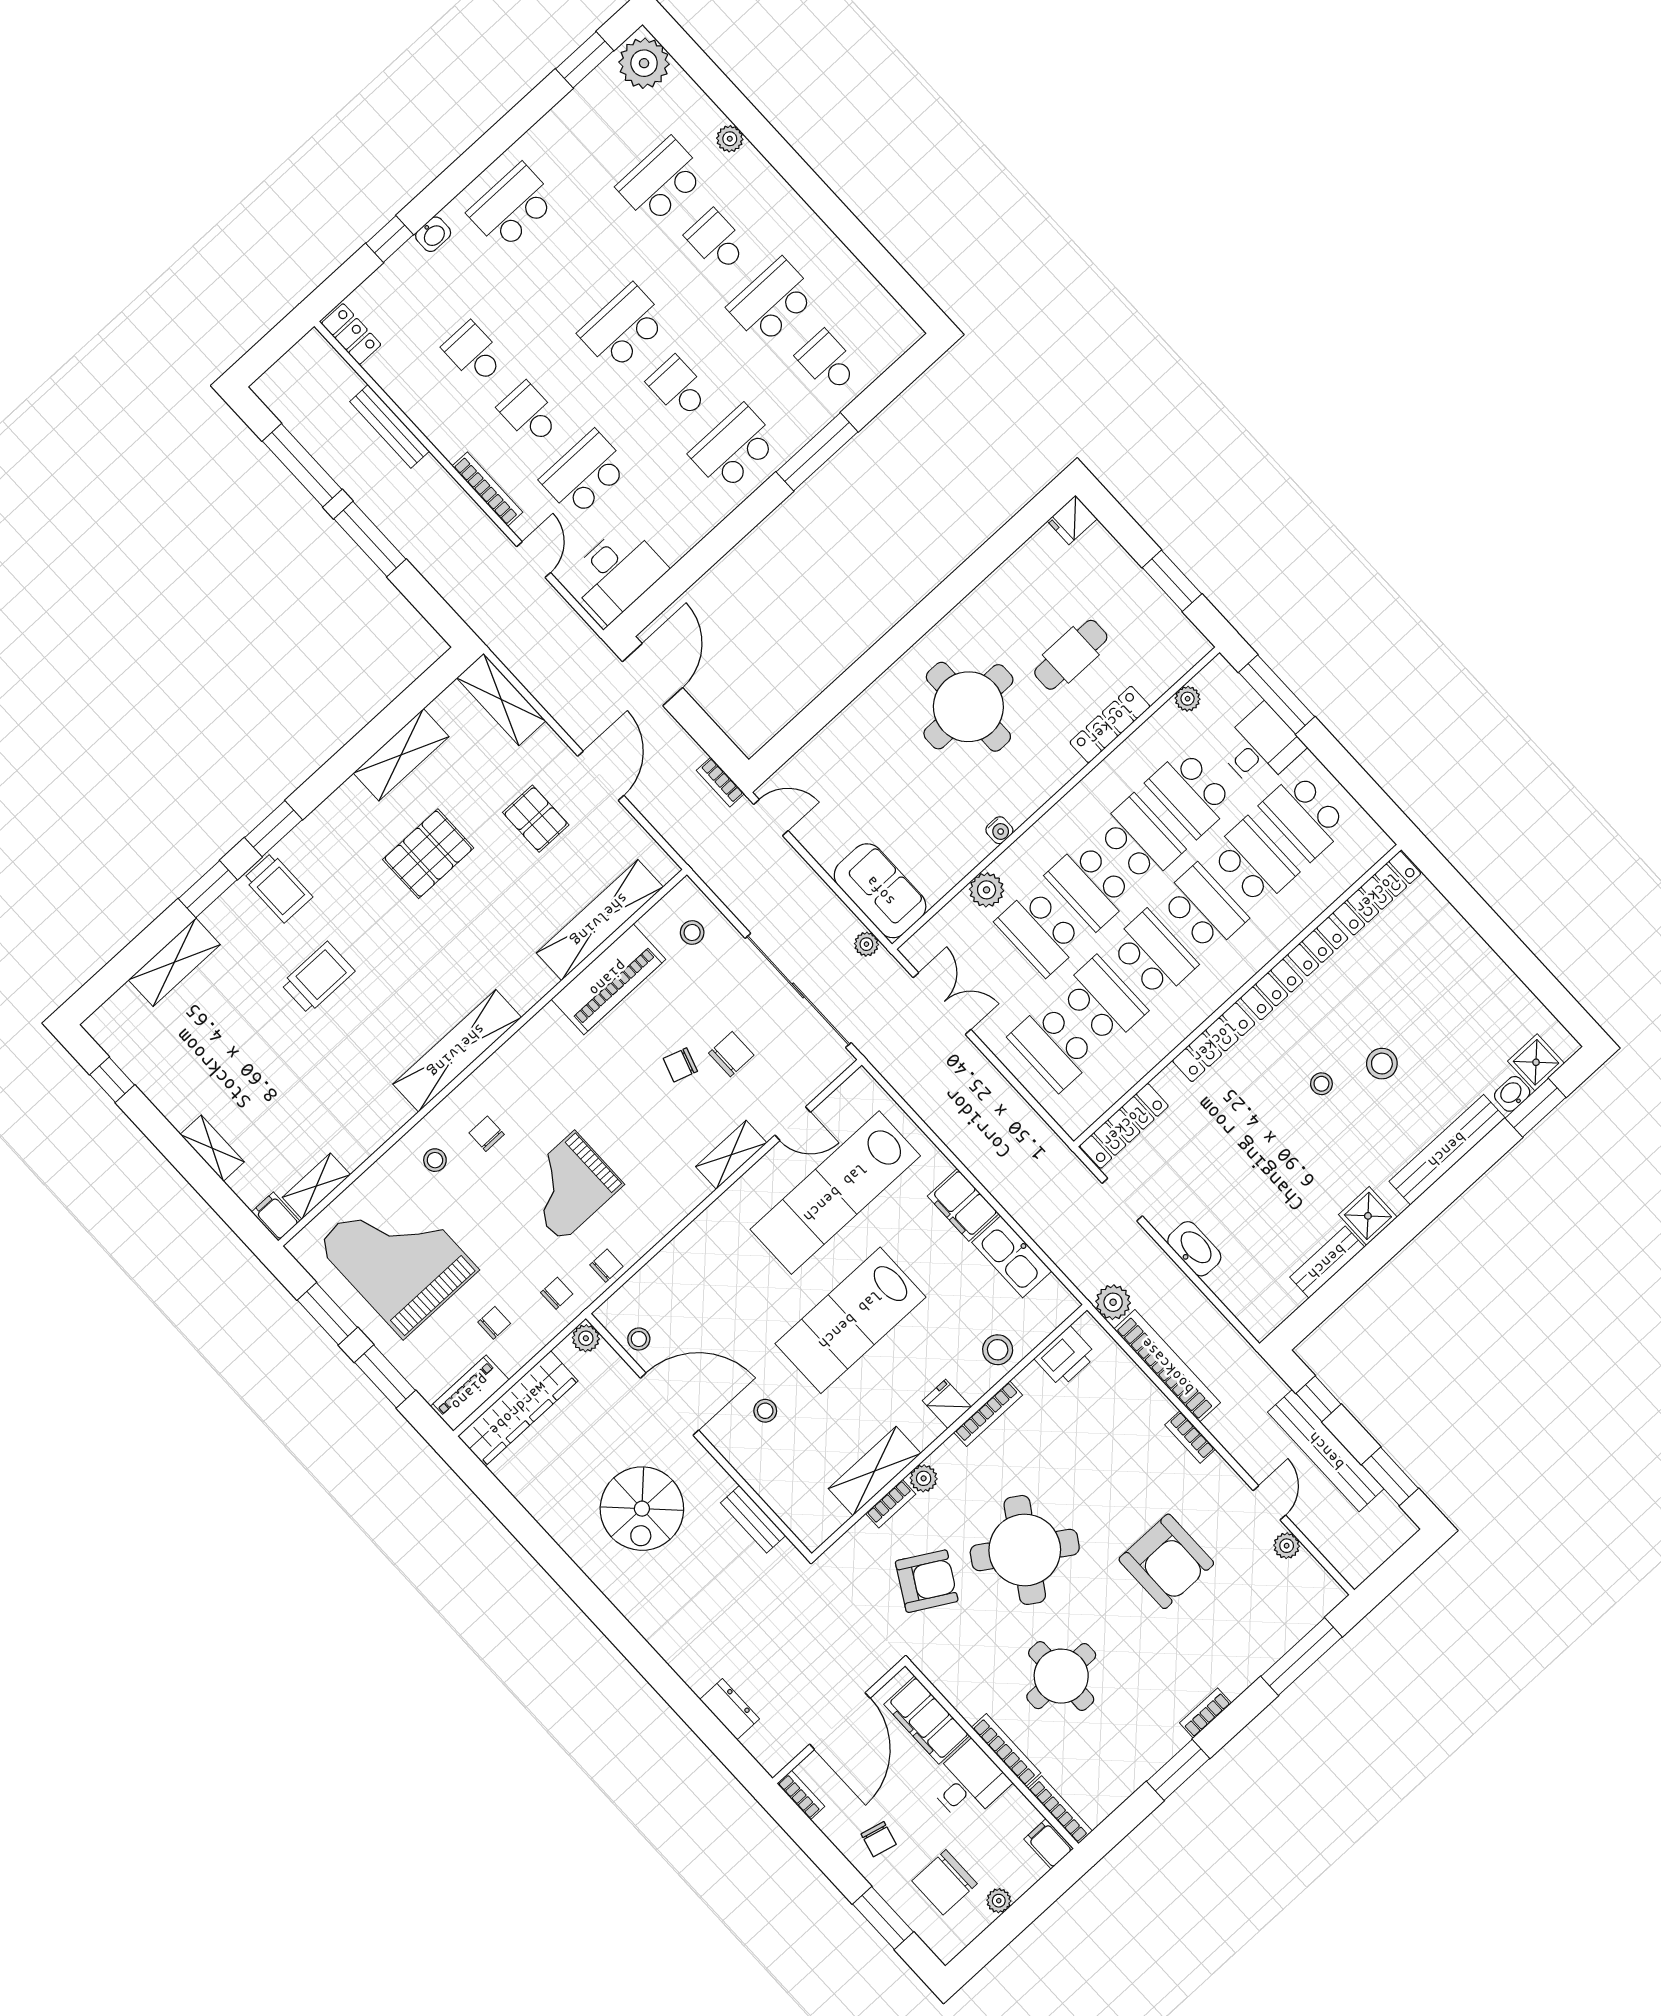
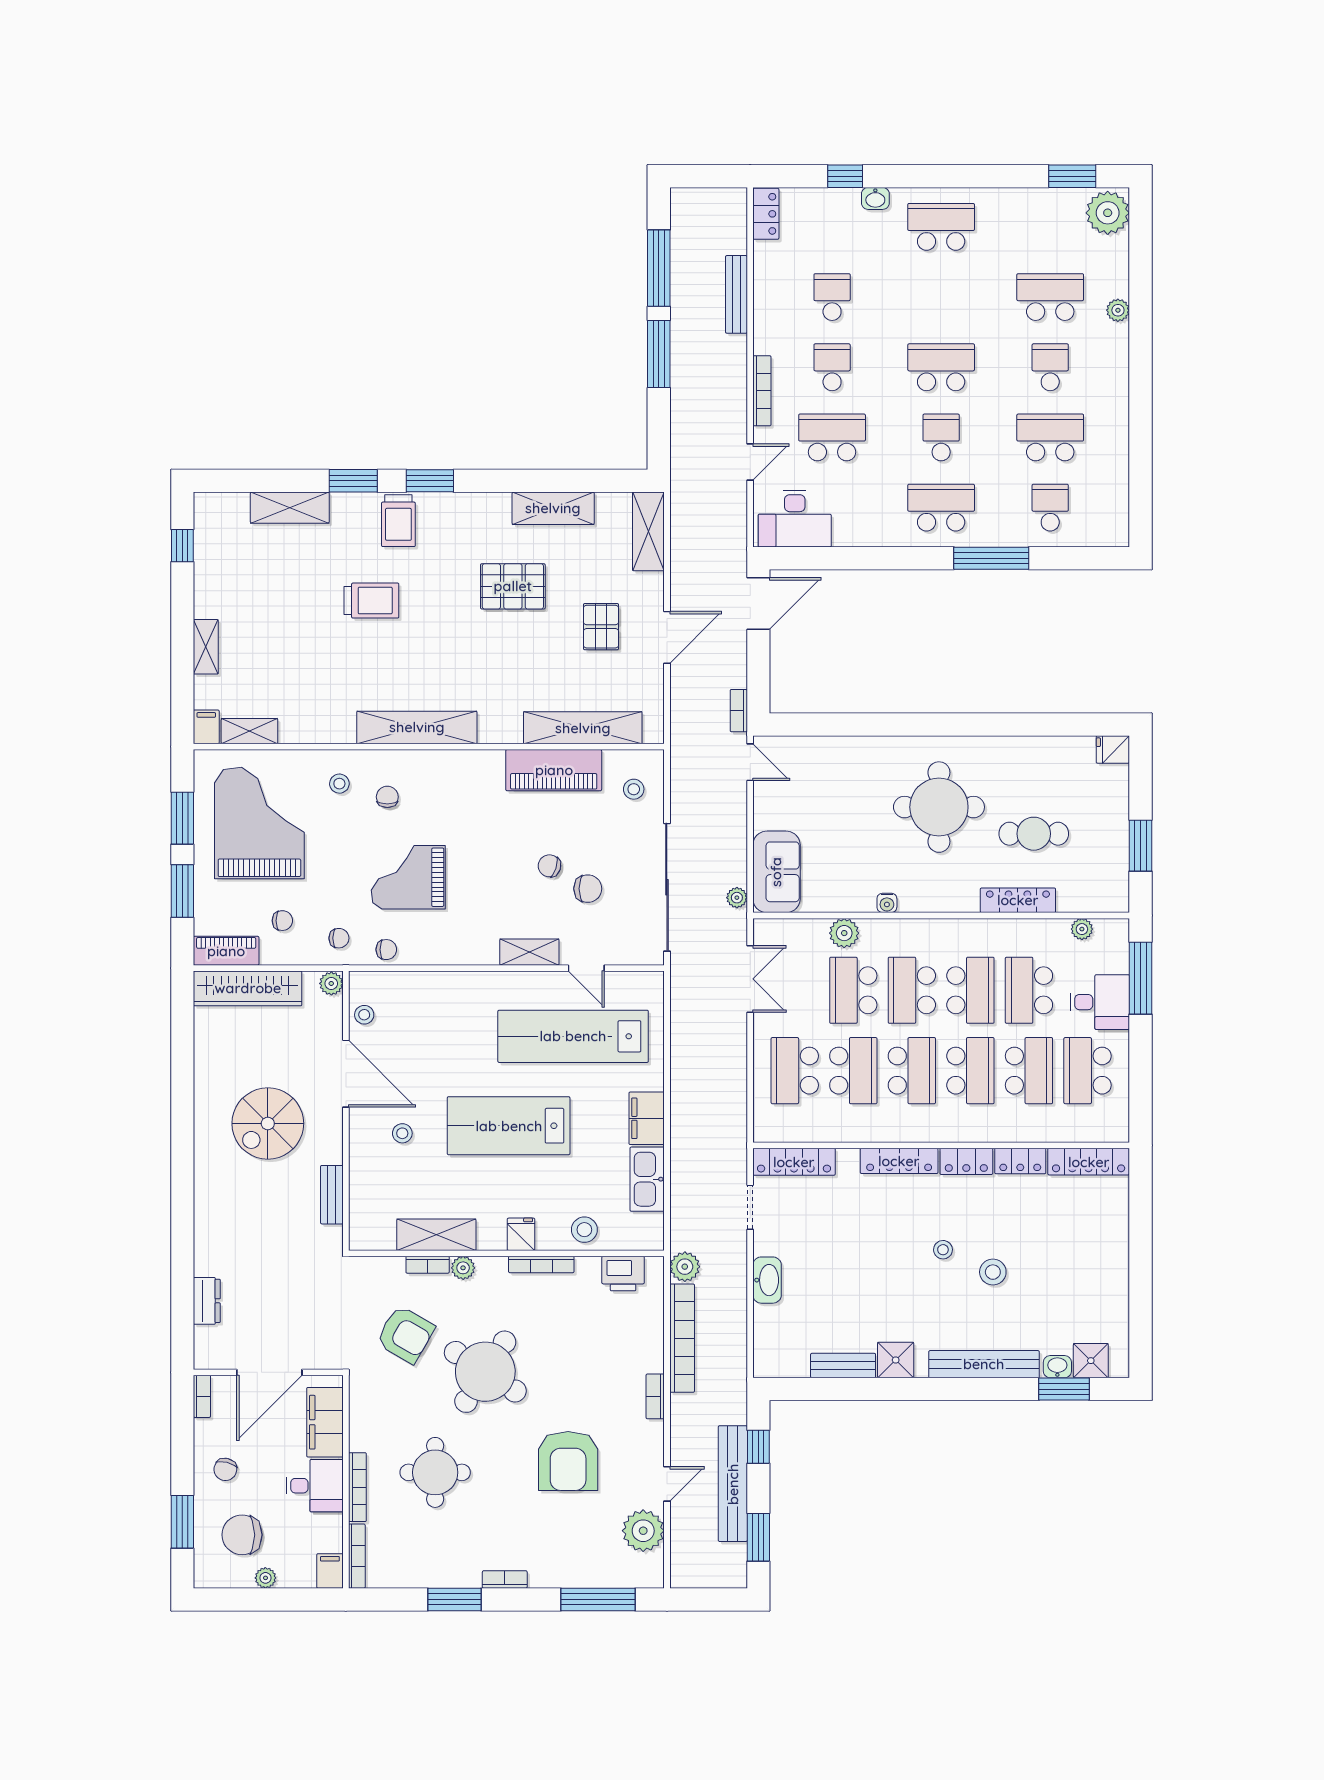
plant: (1287, 1546) -> (643, 1531), width x1.88, depth x1.88

